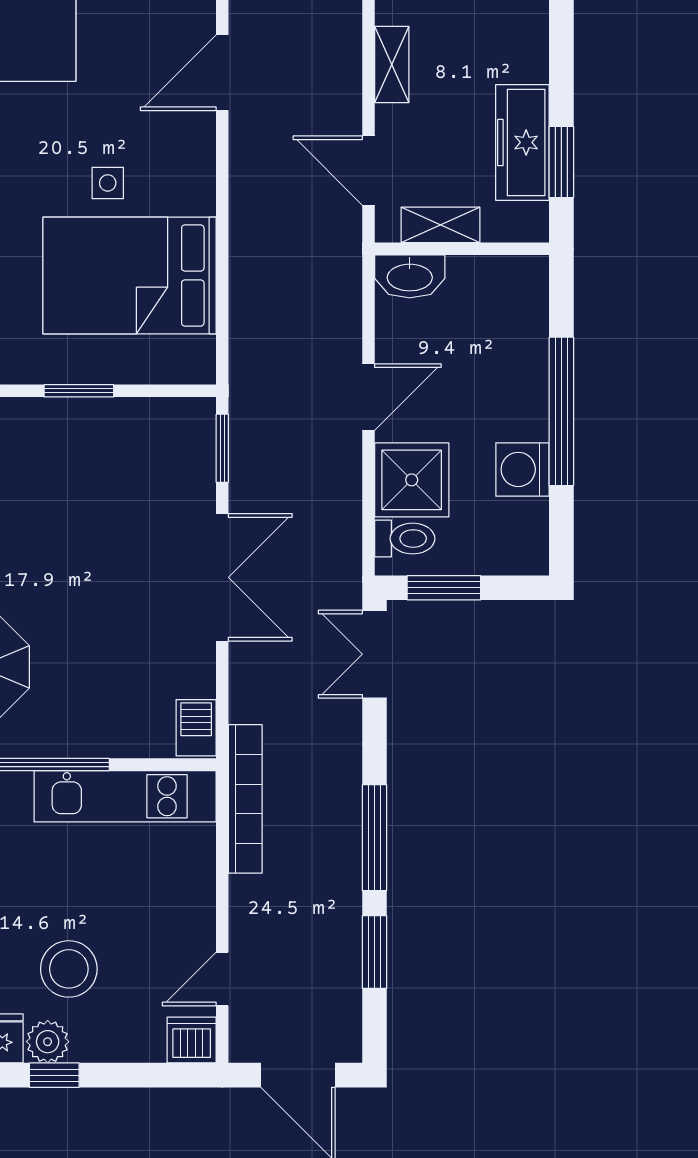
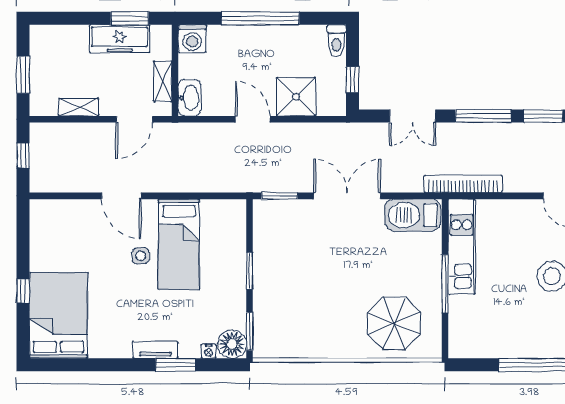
door: (222, 73) -> (121, 196), moved
bed: (130, 276) -> (179, 244), width x0.67
washing machine: (523, 469) -> (192, 39), moved
toilet: (405, 539) -> (337, 40), moved, turned 180
window: (444, 588) -> (353, 80), width x0.67
double door: (375, 654) -> (413, 116), moved
barbecue: (196, 728) -> (413, 215), width x1.88, depth x1.53

